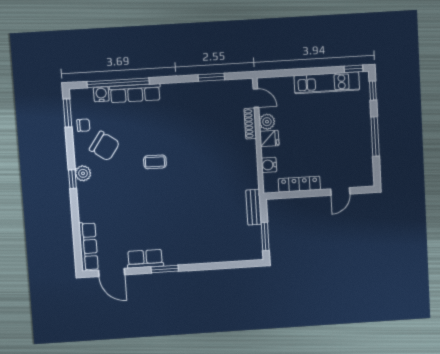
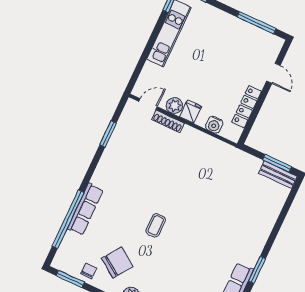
water cooler: (101, 94) -> (70, 240), removed
window: (375, 137) -> (256, 23), moved
bench: (254, 207) -> (278, 175), moved

